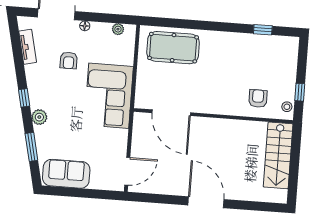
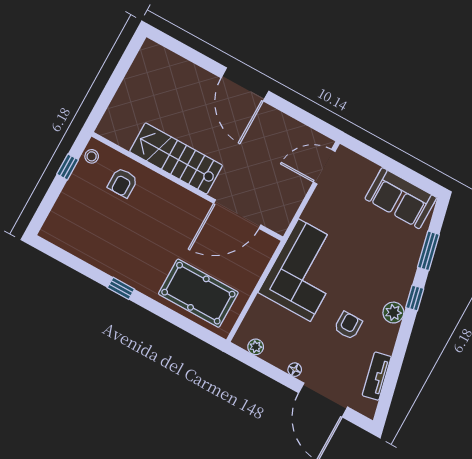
window: (263, 30) -> (121, 288), moved
armchair: (69, 60) -> (348, 325), moved
window: (24, 98) -> (415, 298), moved
door: (171, 113) -> (237, 214), swing flipped
plant: (39, 117) -> (393, 313), moved
stairs: (278, 155) -> (176, 158), moved, turned -90

